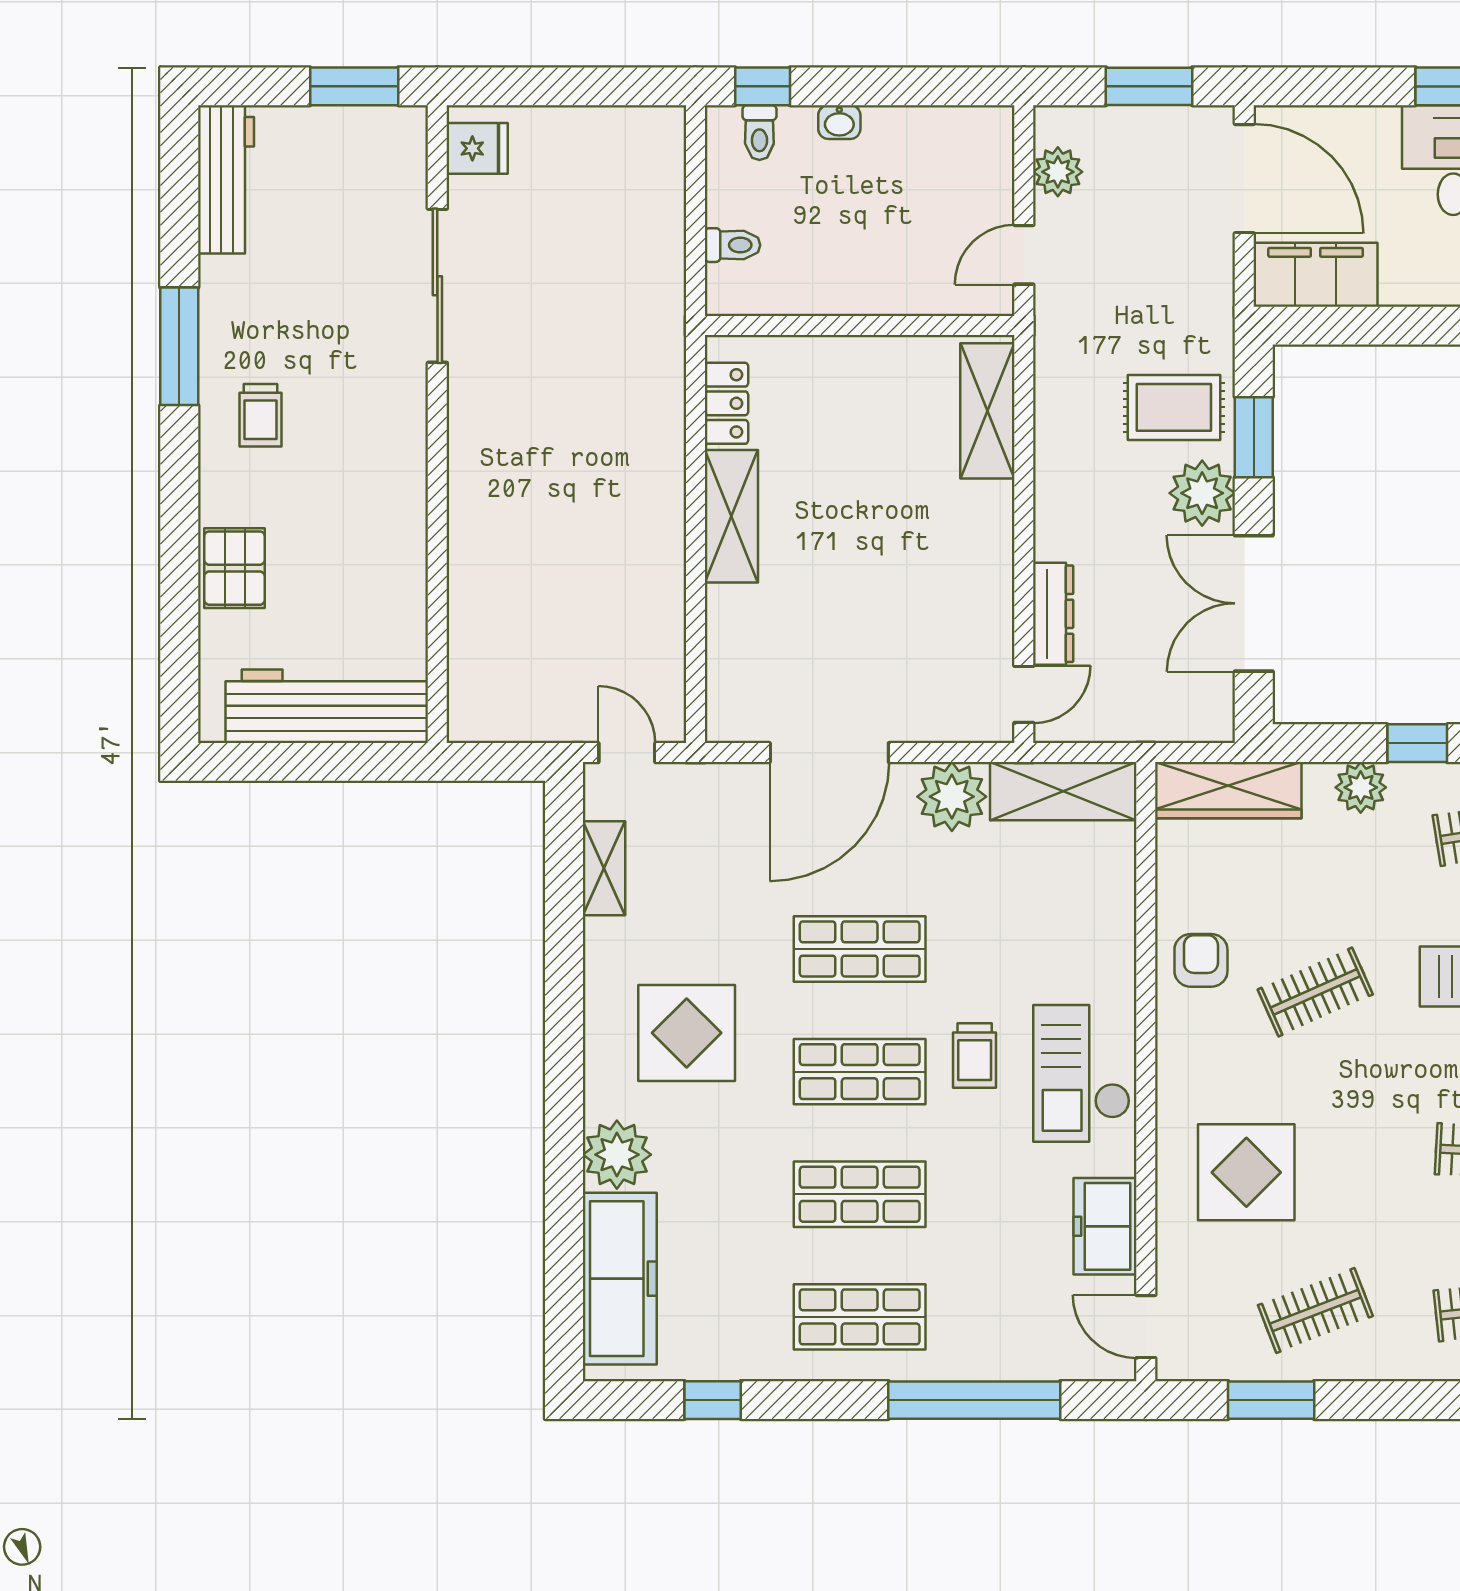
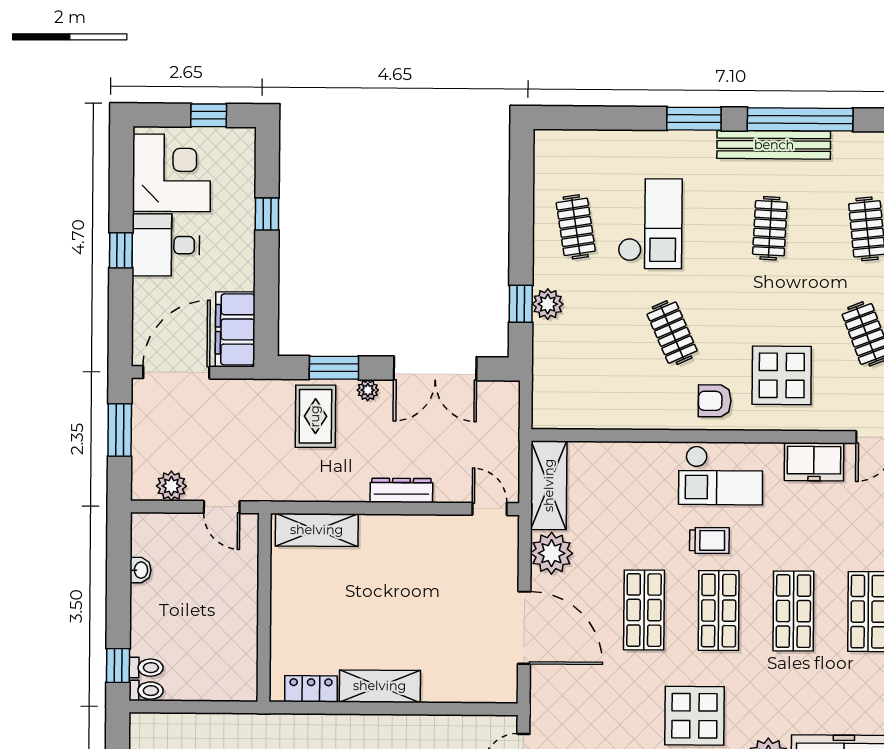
washbasin: (839, 122) -> (140, 570), moved
toilet: (732, 245) -> (146, 691), moved, turned 90
plant: (1202, 493) -> (368, 390), width x0.53, depth x0.53
dresser: (1053, 614) -> (401, 490), moved
window: (1417, 743) -> (521, 304), moved
wardrobe: (1228, 790) -> (549, 385), removed
armchair: (1201, 960) -> (715, 401), moved

